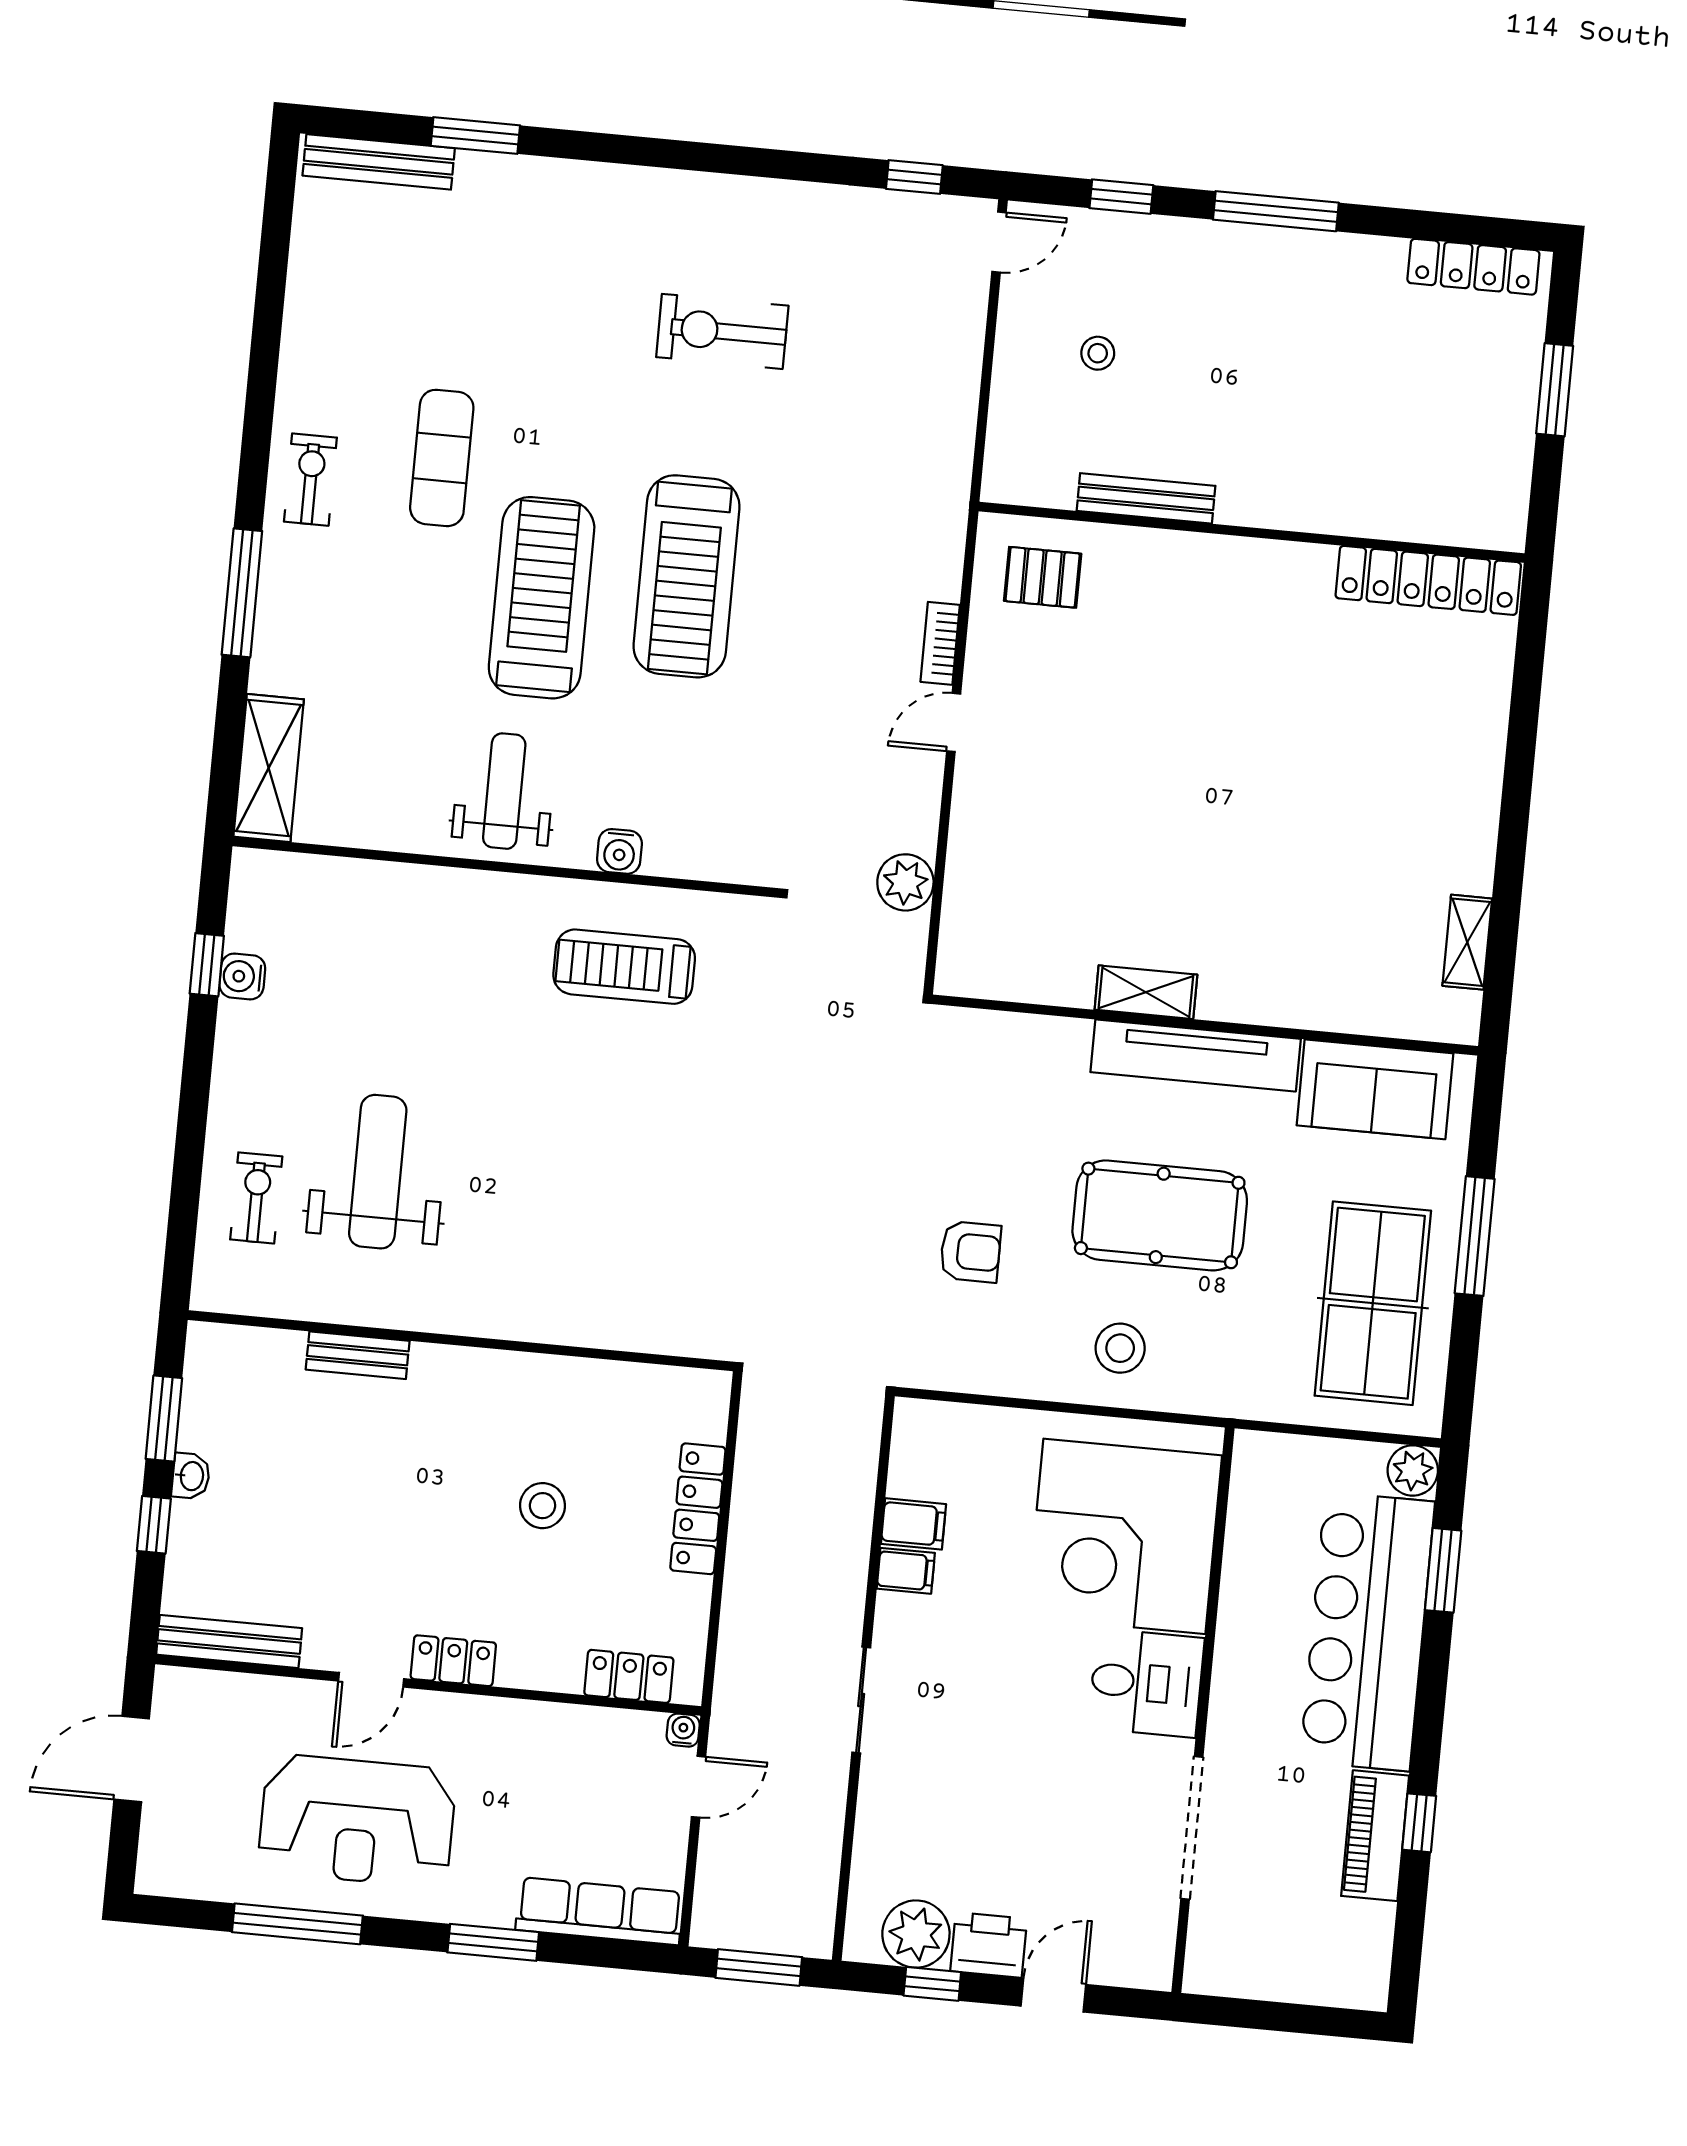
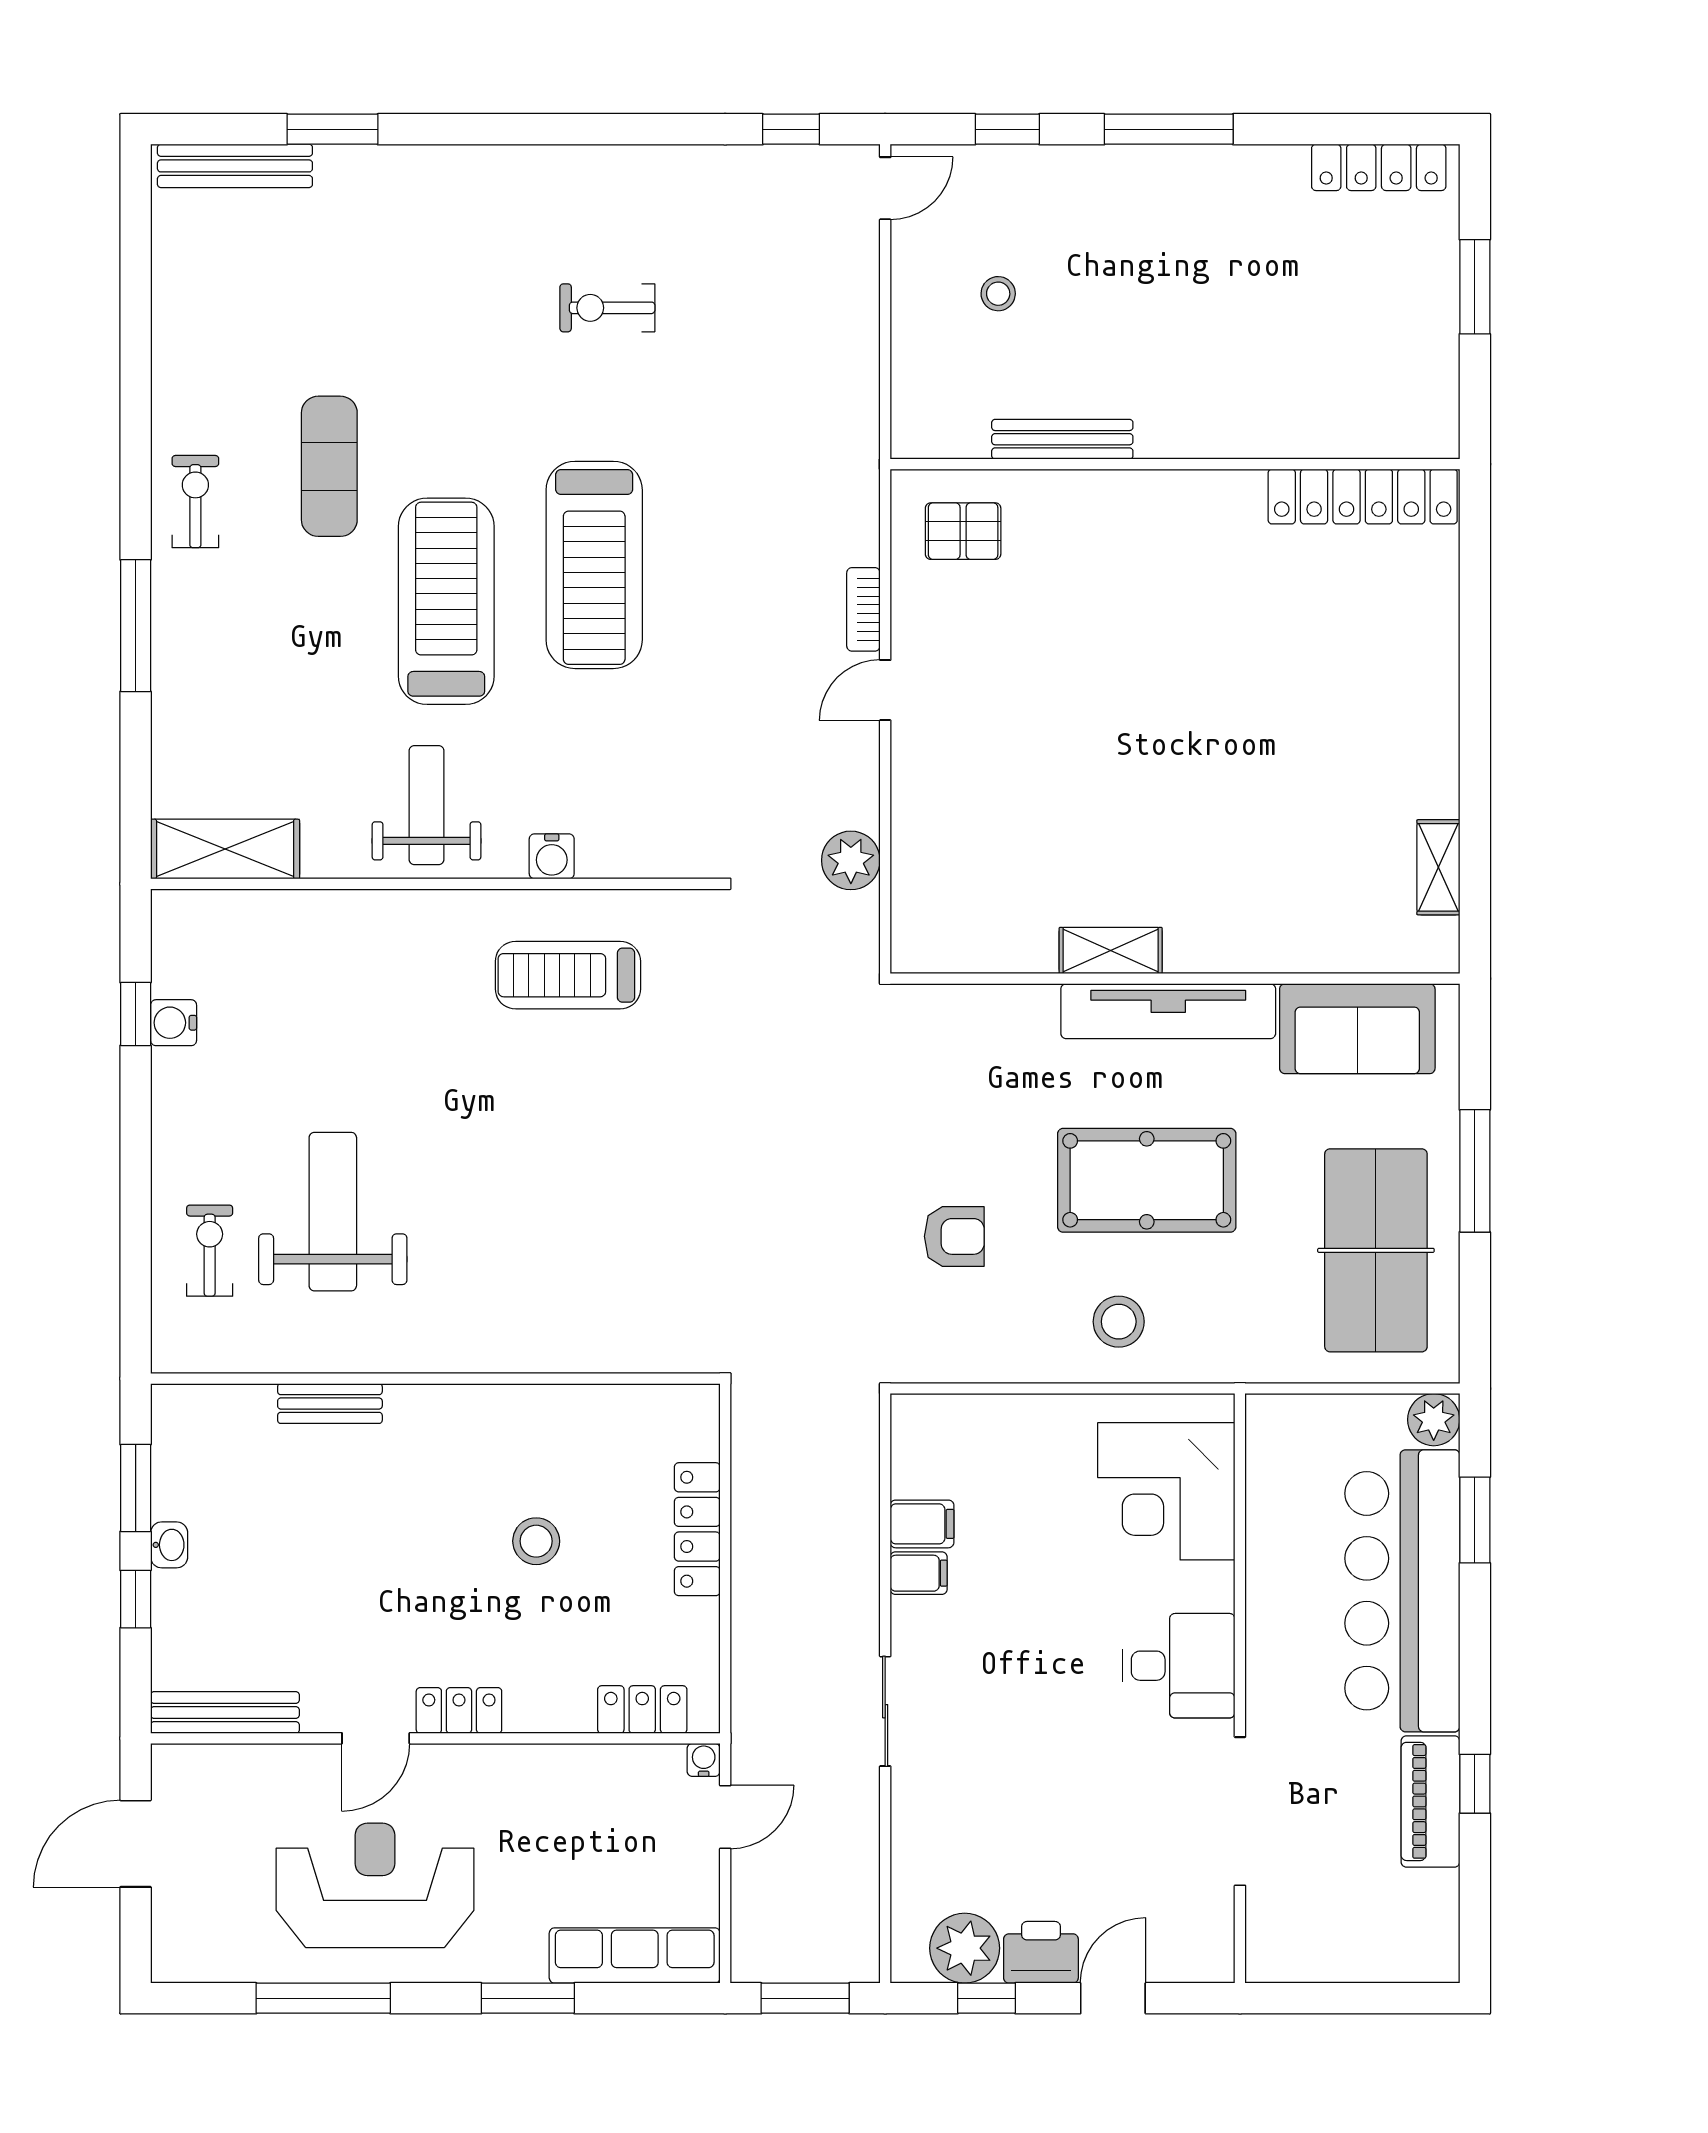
exercise bike: (722, 331) -> (607, 308), width x0.73, depth x0.72
shelving: (269, 768) -> (225, 849), moved, turned 90
corner desk: (1124, 1536) -> (1166, 1491), width x0.74, depth x0.74
reception desk: (357, 1821) -> (375, 1885), turned 180

